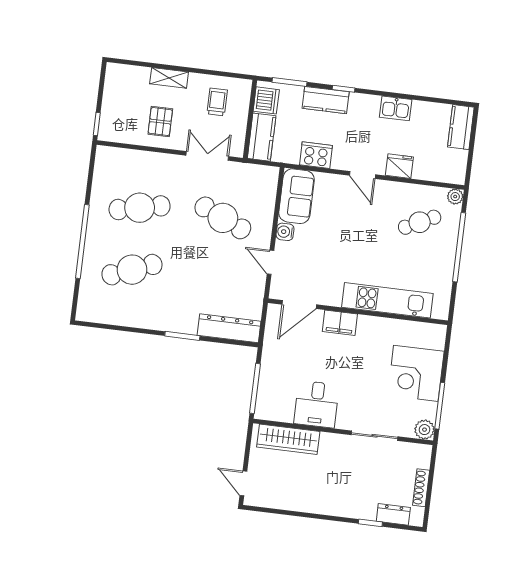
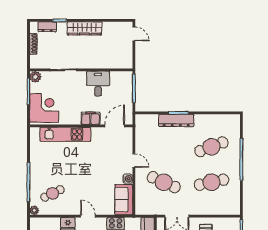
kitchen unit: (387, 300) -> (65, 134), moved
door: (299, 304) -> (115, 126), moved
wall: (358, 312) -> (81, 126), moved
filing cabinet: (340, 323) -> (91, 118), moved
dresser: (229, 328) -> (176, 120), moved
wardrobe: (288, 439) -> (84, 28), moved, turned 180

